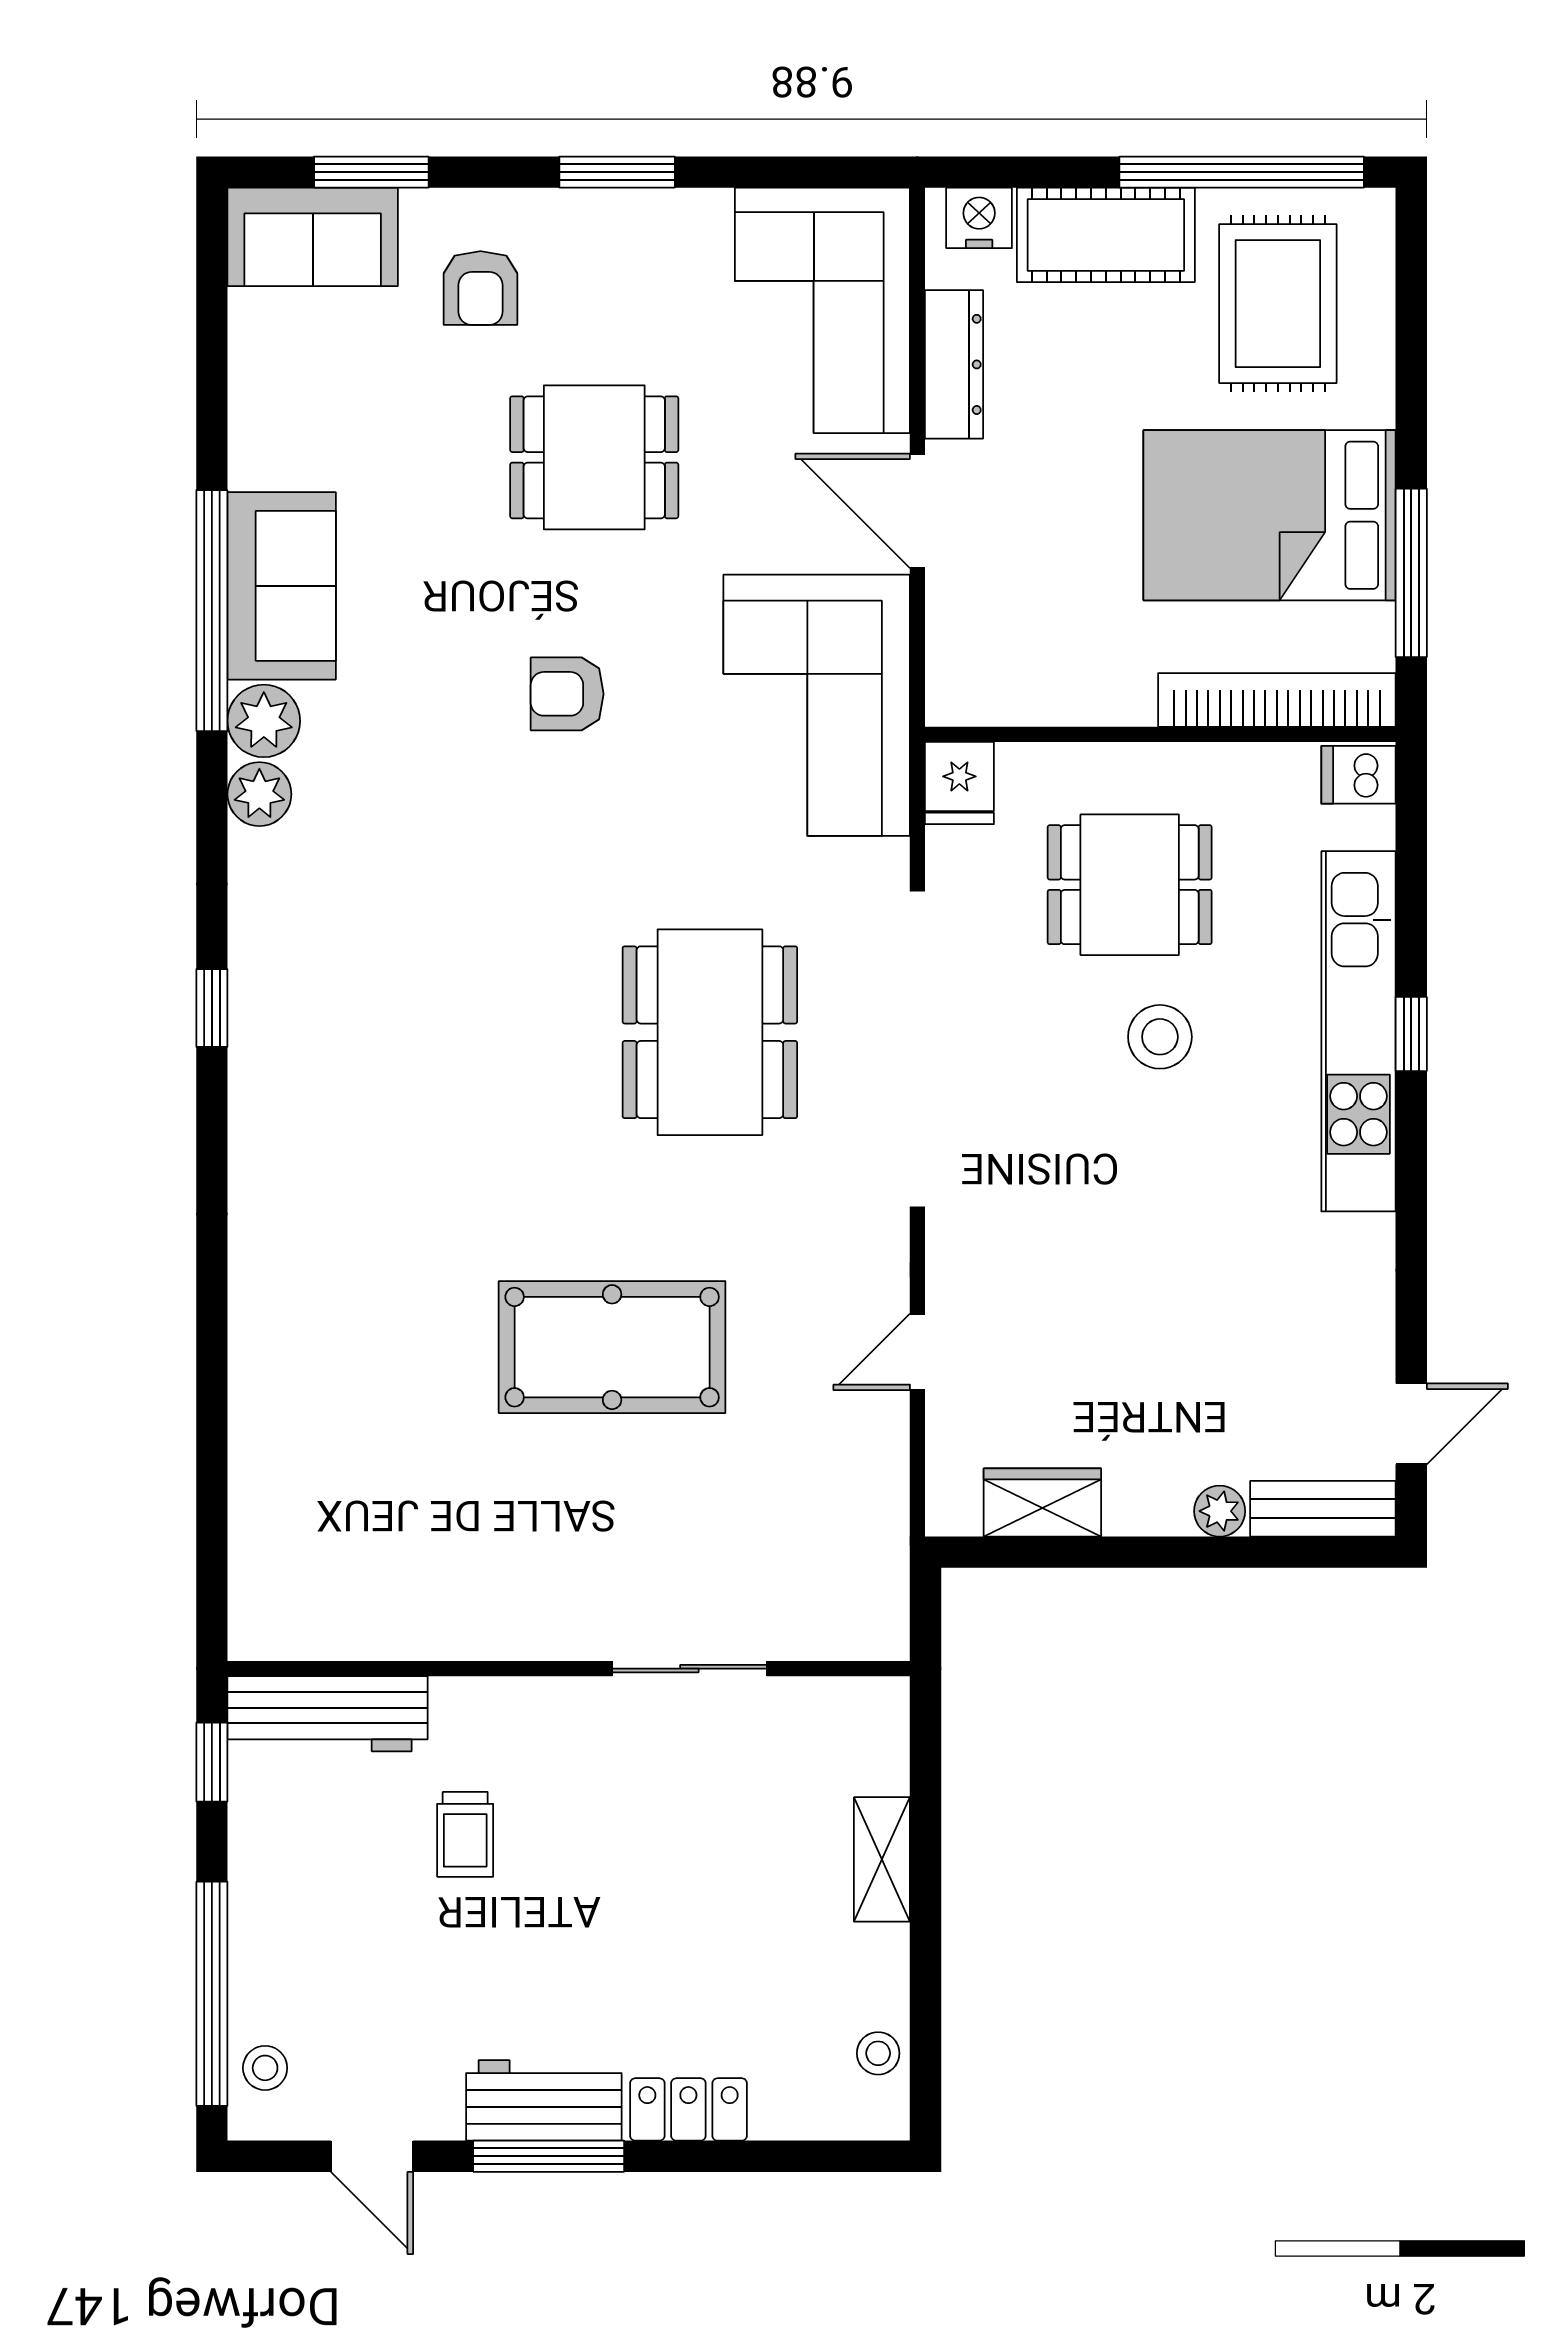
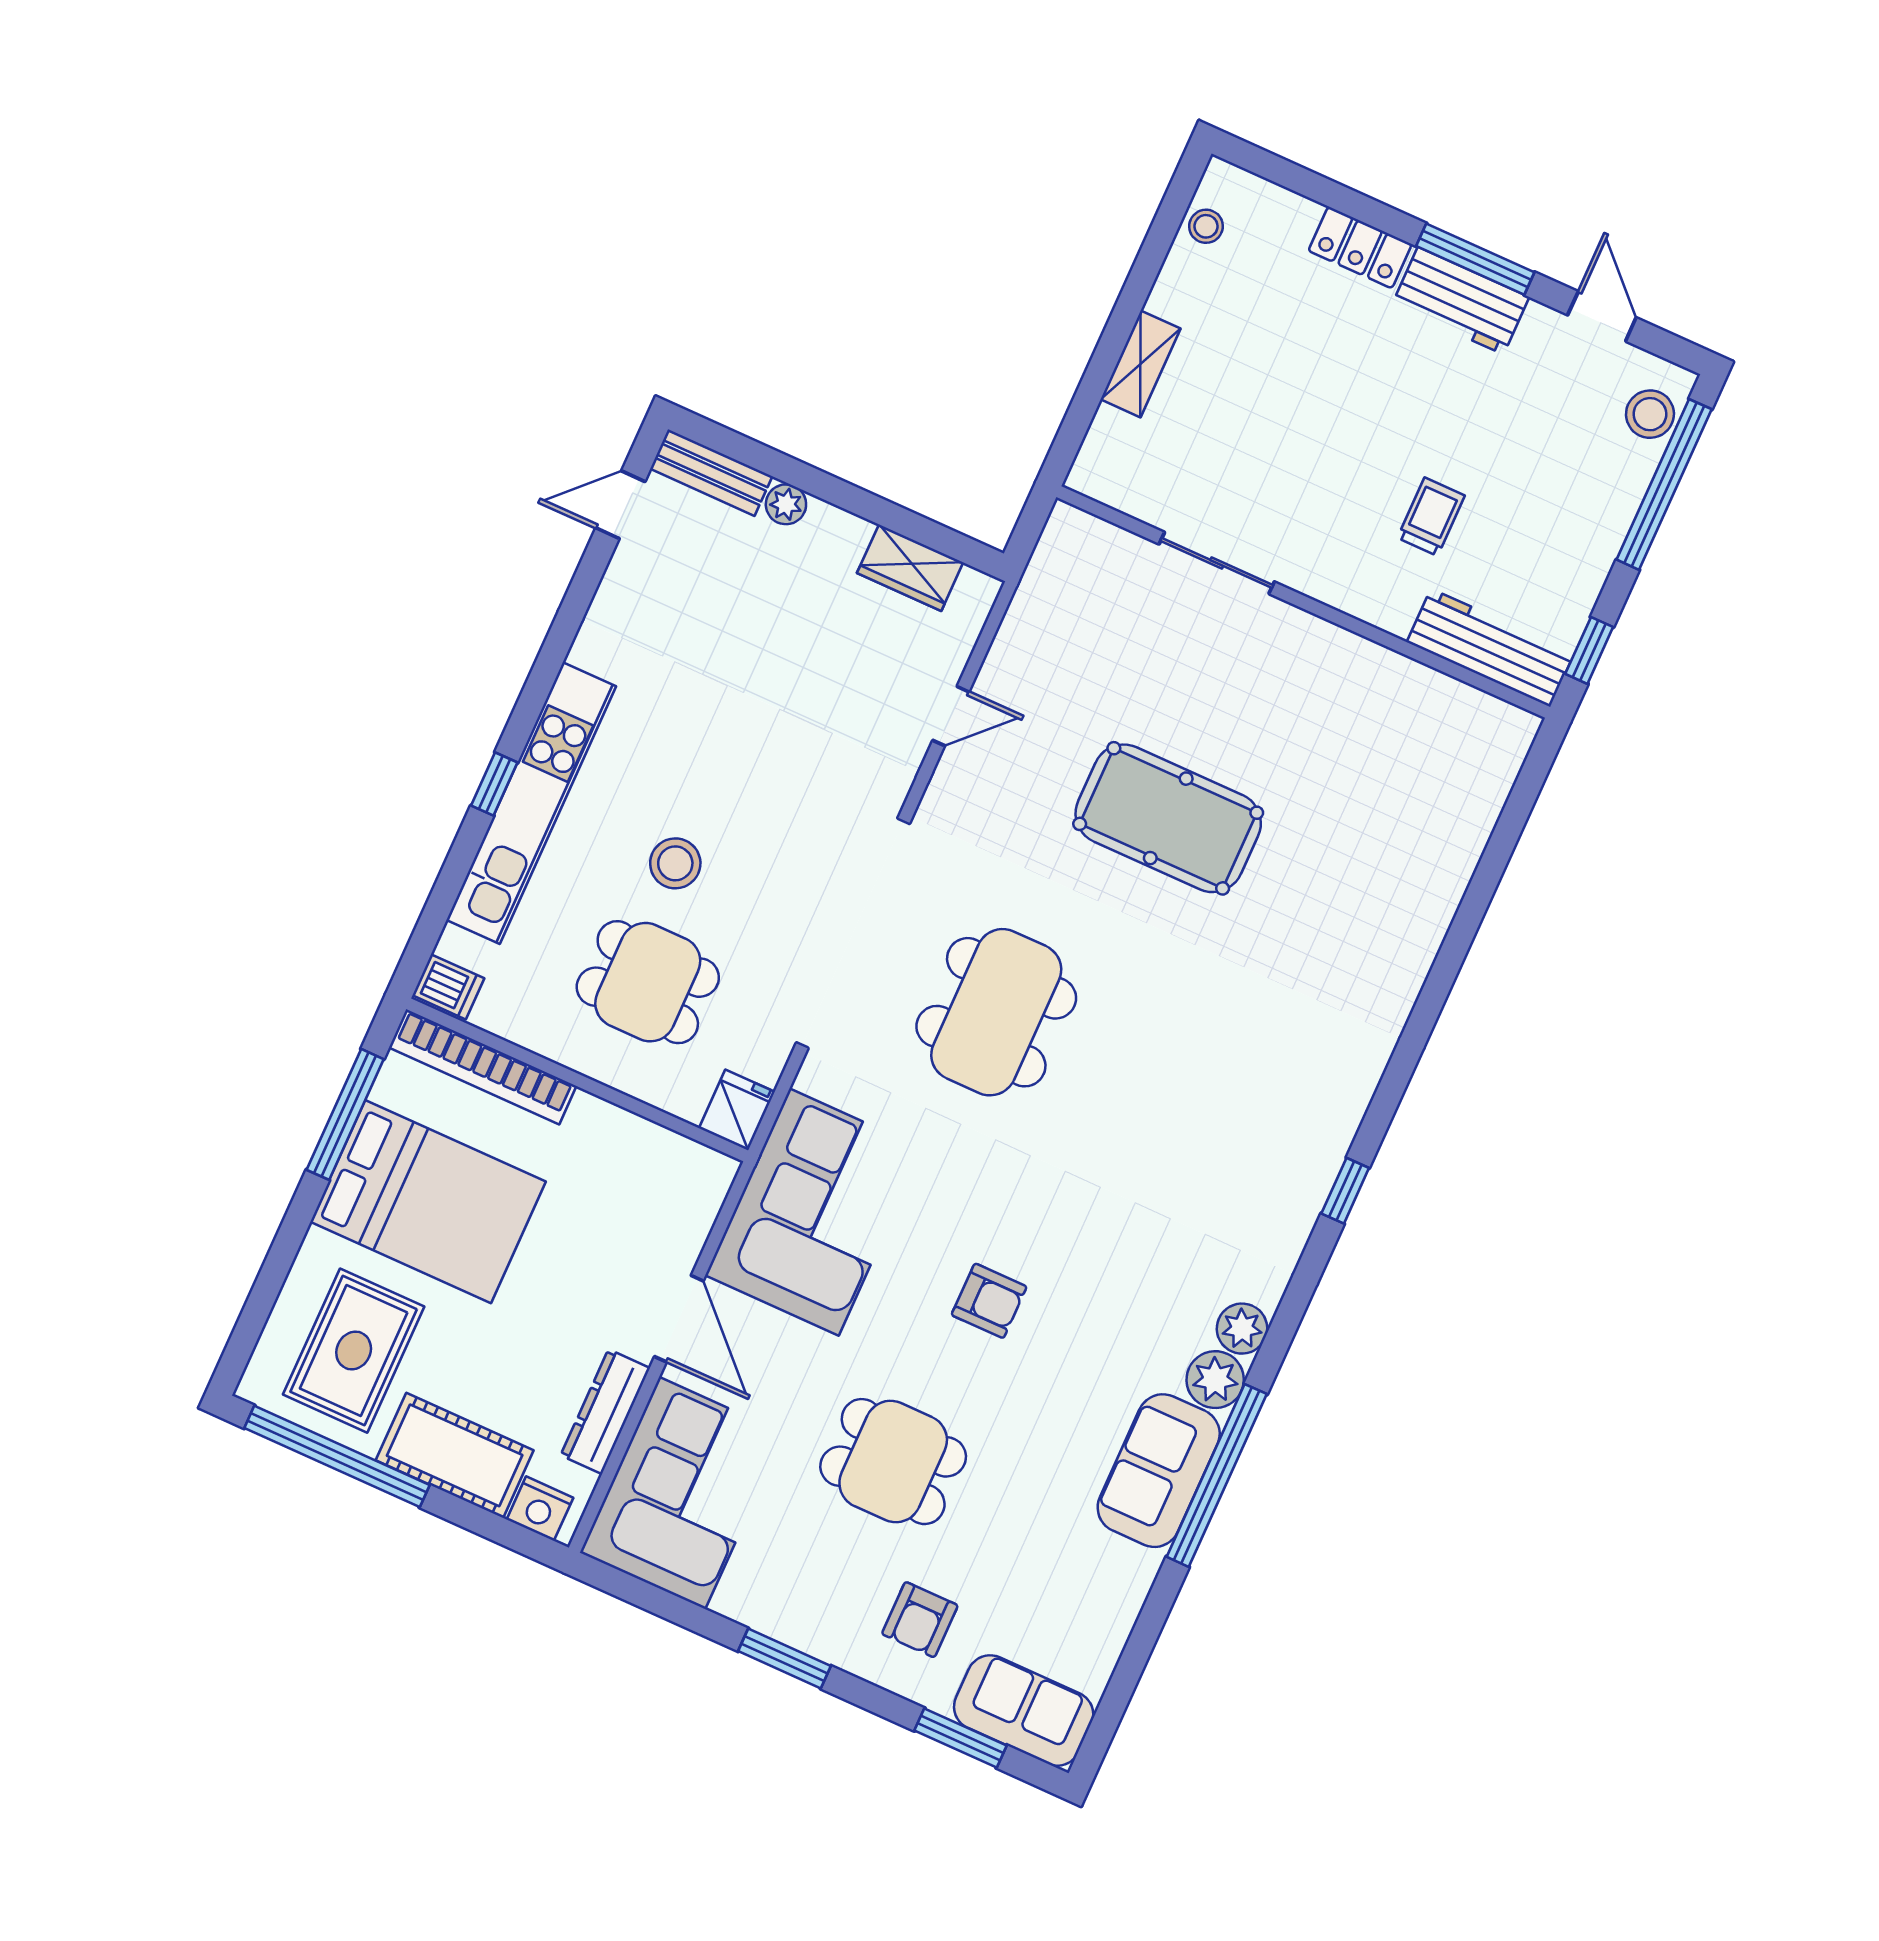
armchair: (481, 288) -> (920, 1620), turned 180
stool: (265, 2068) -> (1650, 414), width x1.37, depth x1.37

